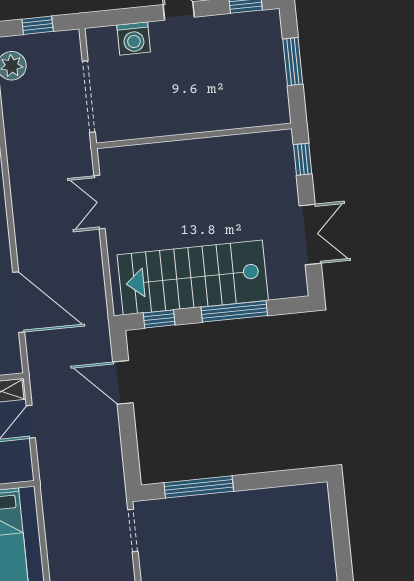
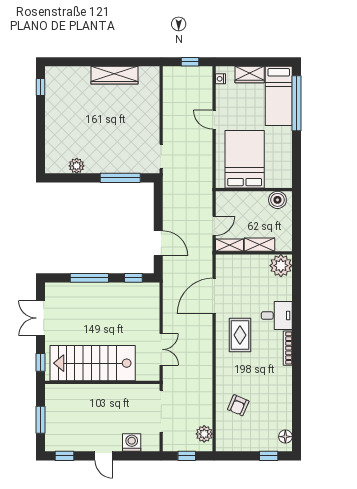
stairs: (193, 277) -> (93, 363), moved, turned 180
door: (19, 302) -> (214, 296), hinge flipped
plant: (275, 500) -> (77, 166), added

